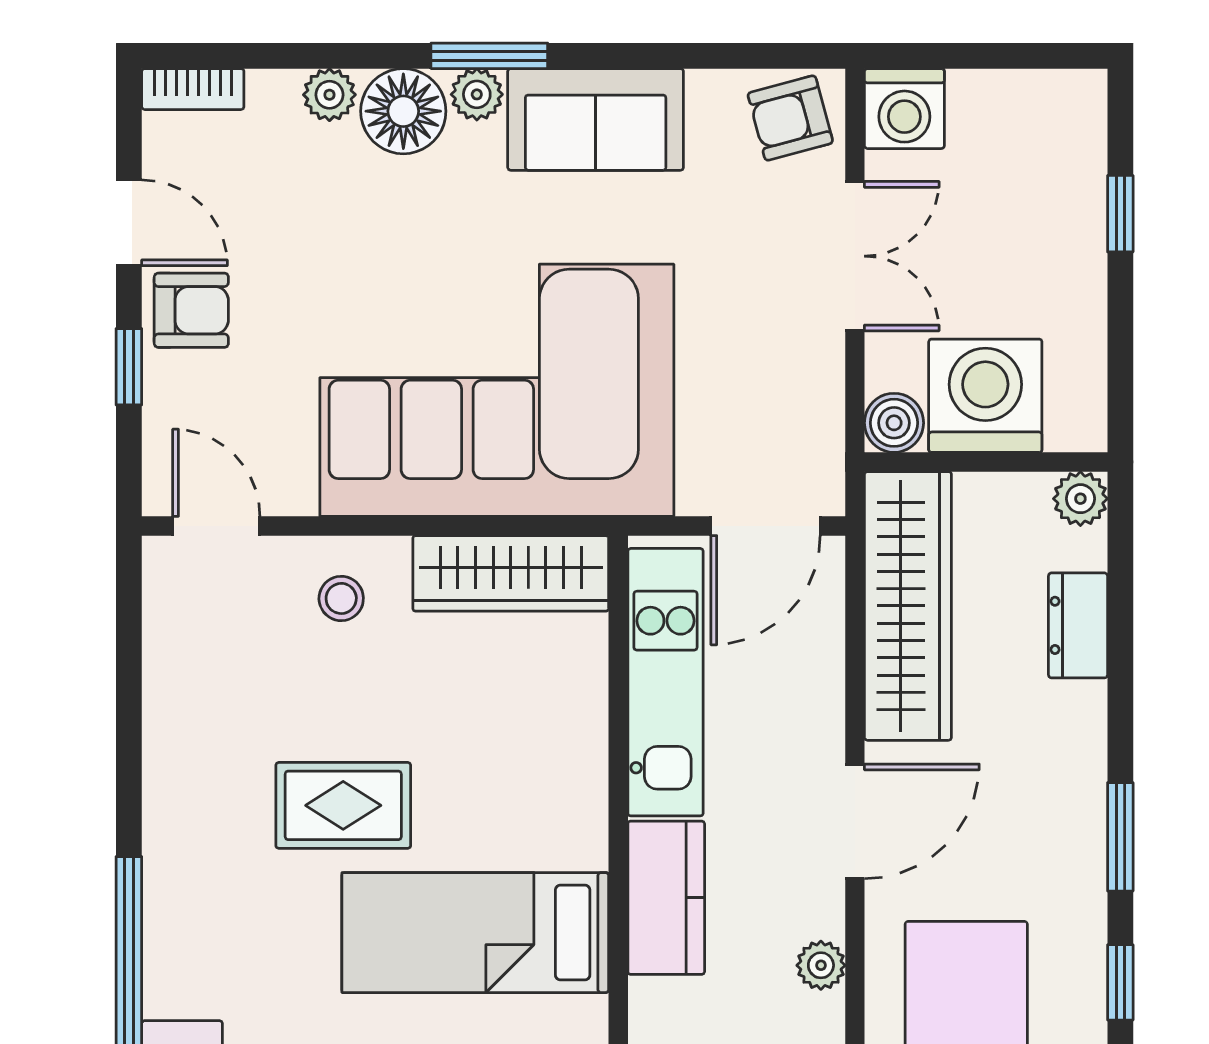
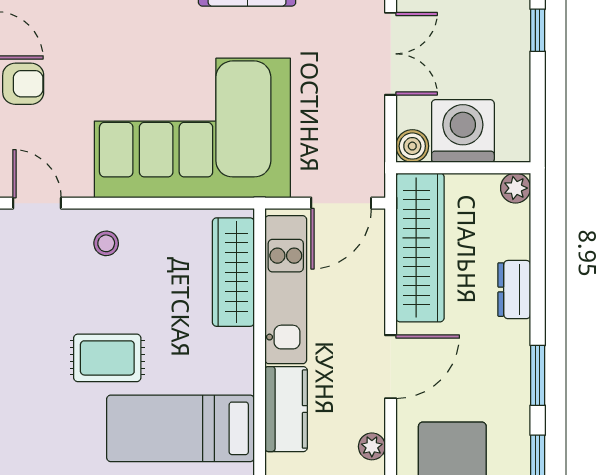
wardrobe: (511, 573) -> (233, 272), moved, turned 90
dresser: (1078, 625) -> (514, 290), moved

